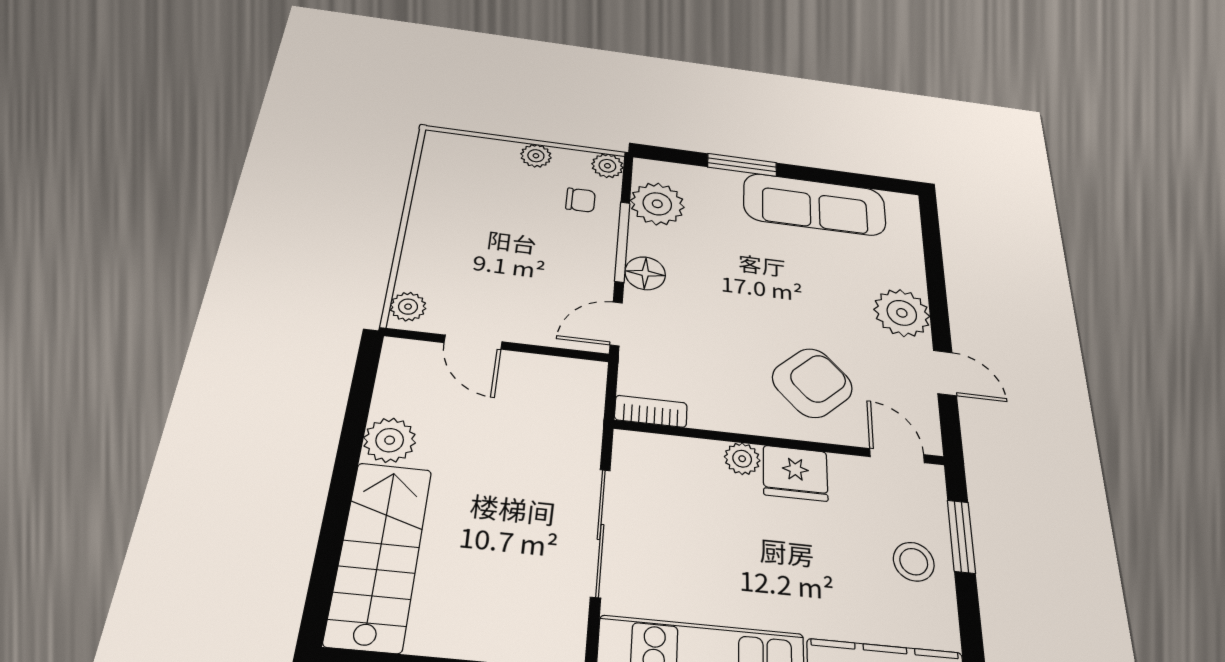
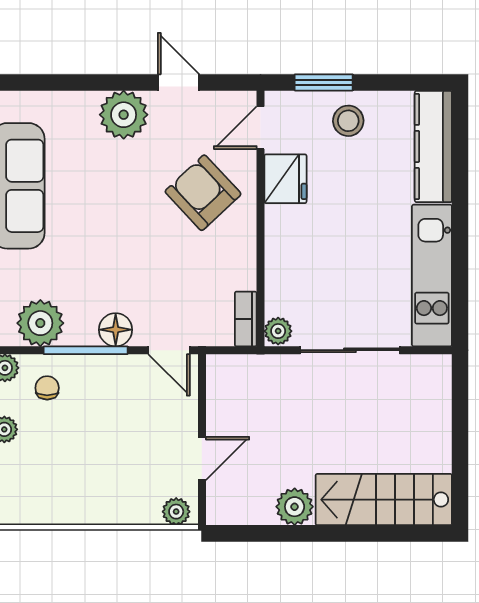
door: (945, 373) -> (179, 82), hinge flipped
plant: (742, 459) -> (278, 331), moved
fridge: (795, 473) -> (285, 179), moved

